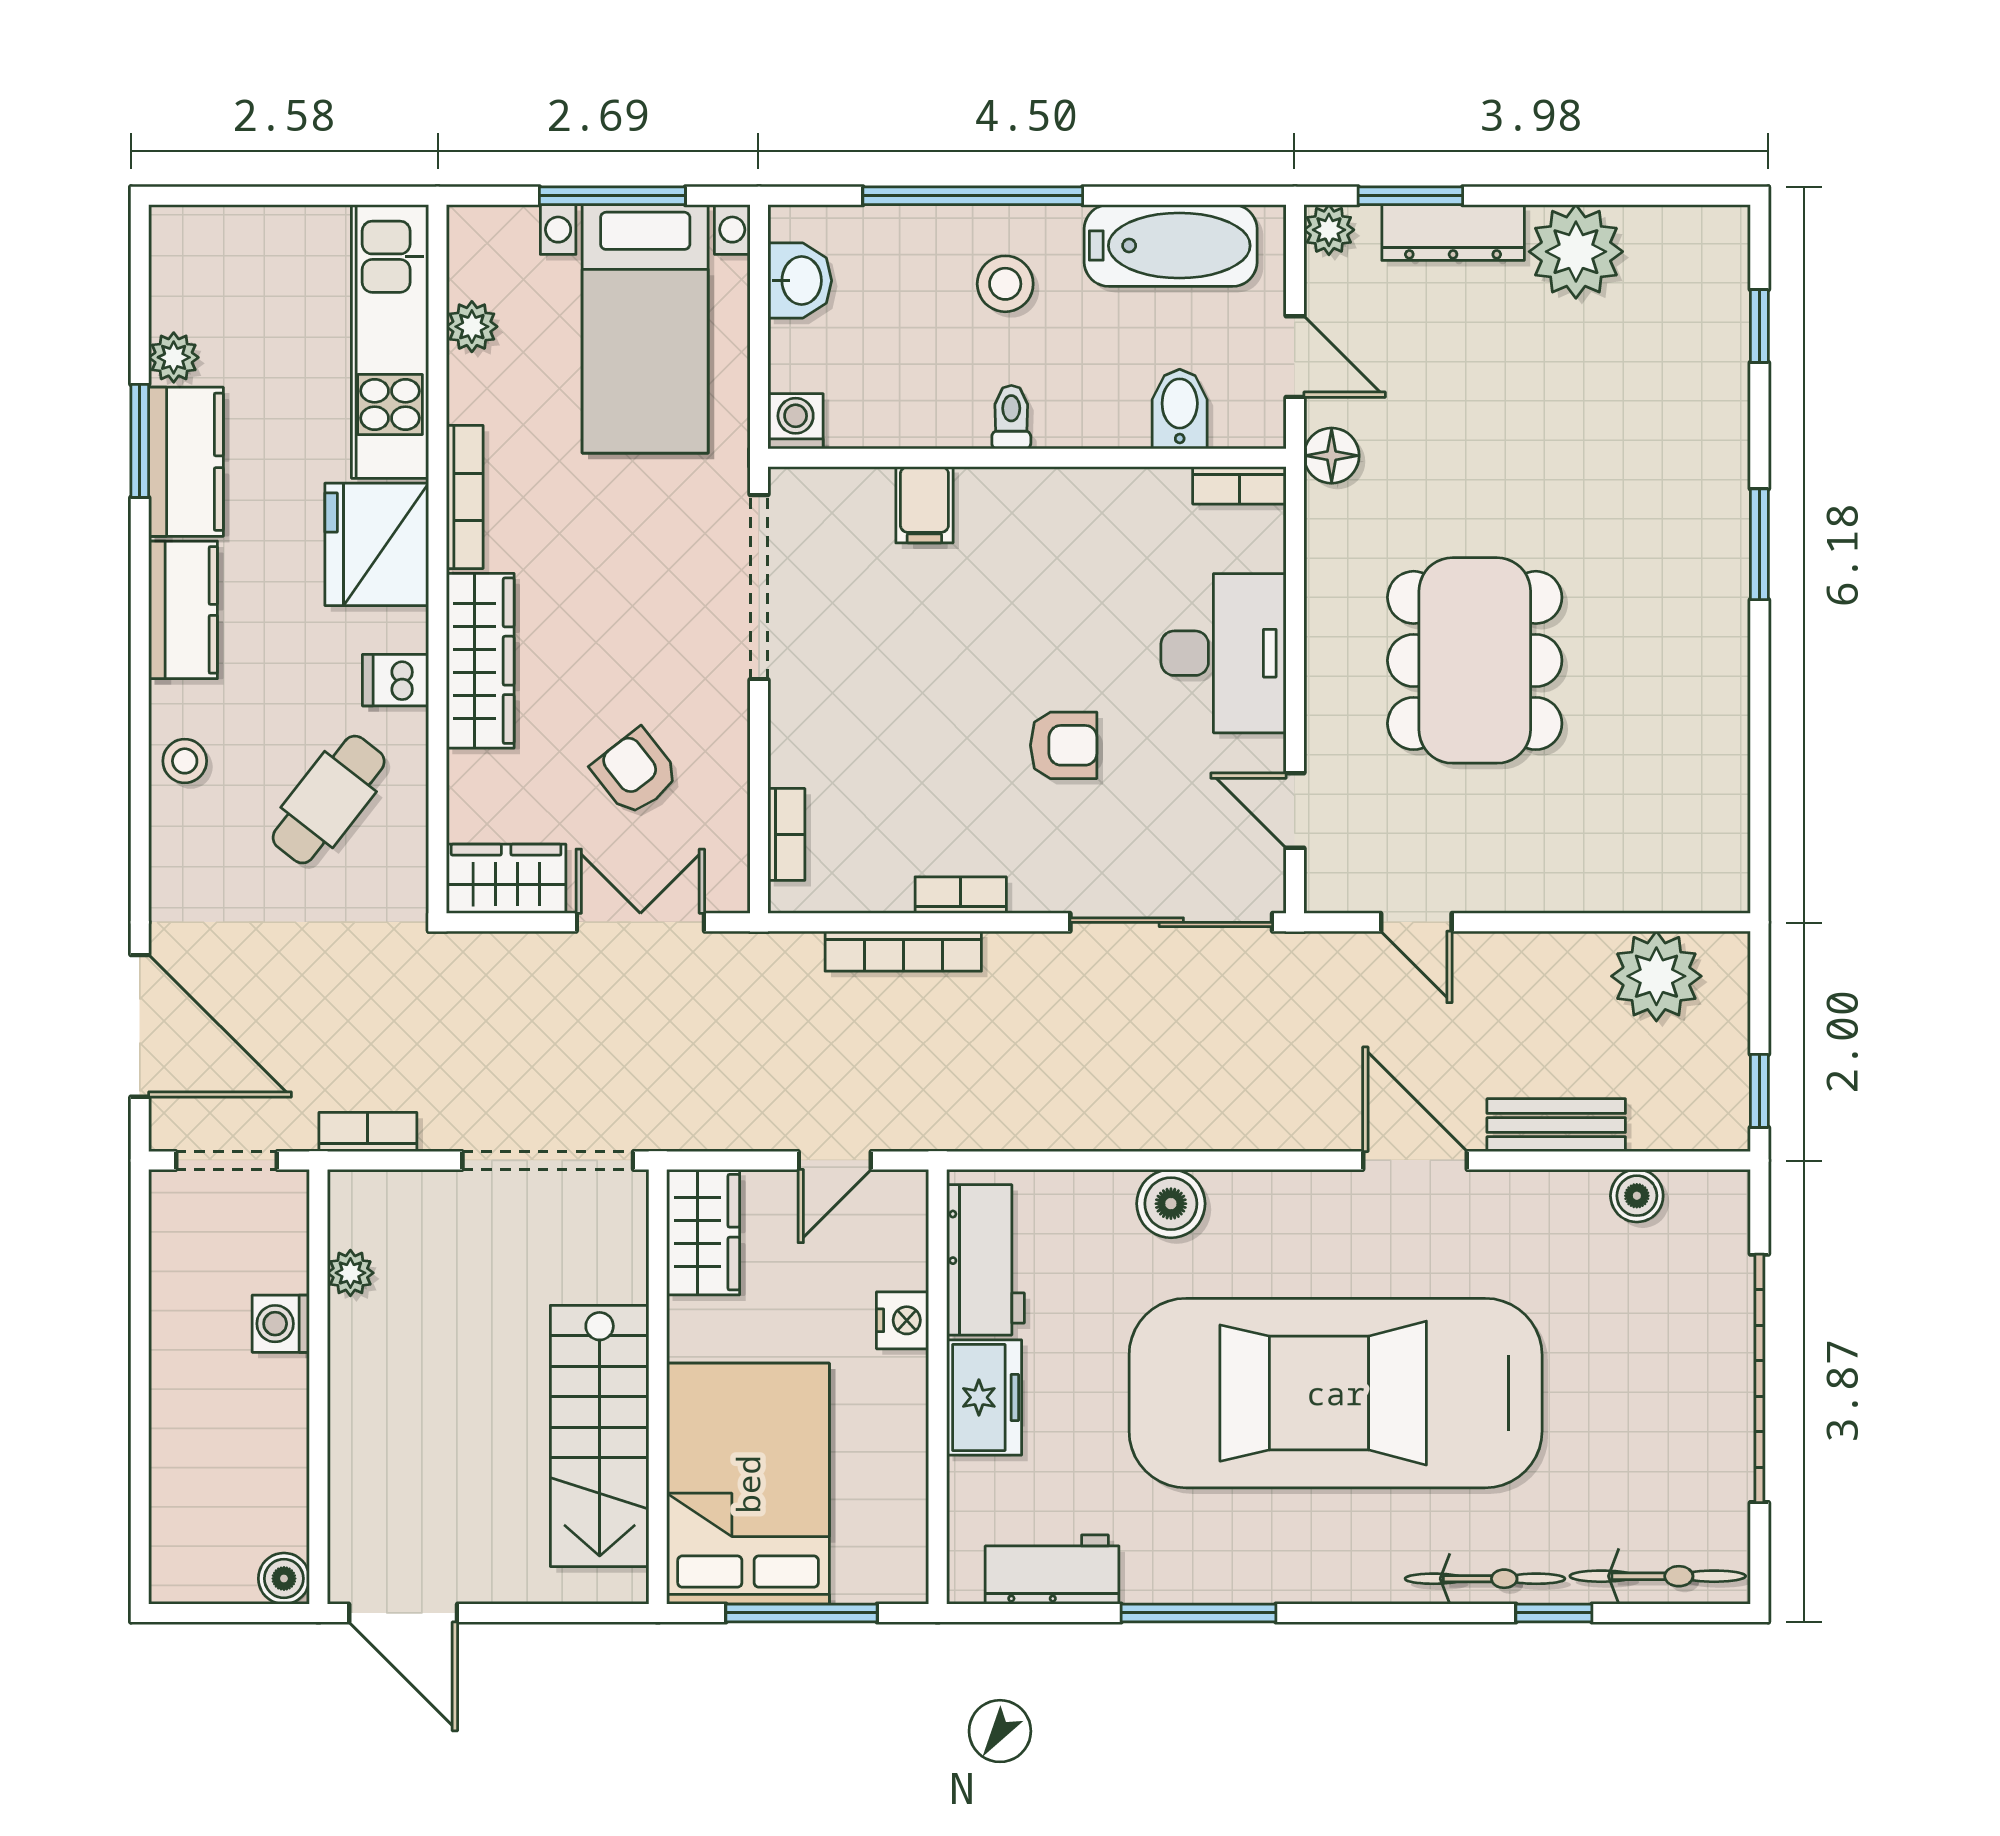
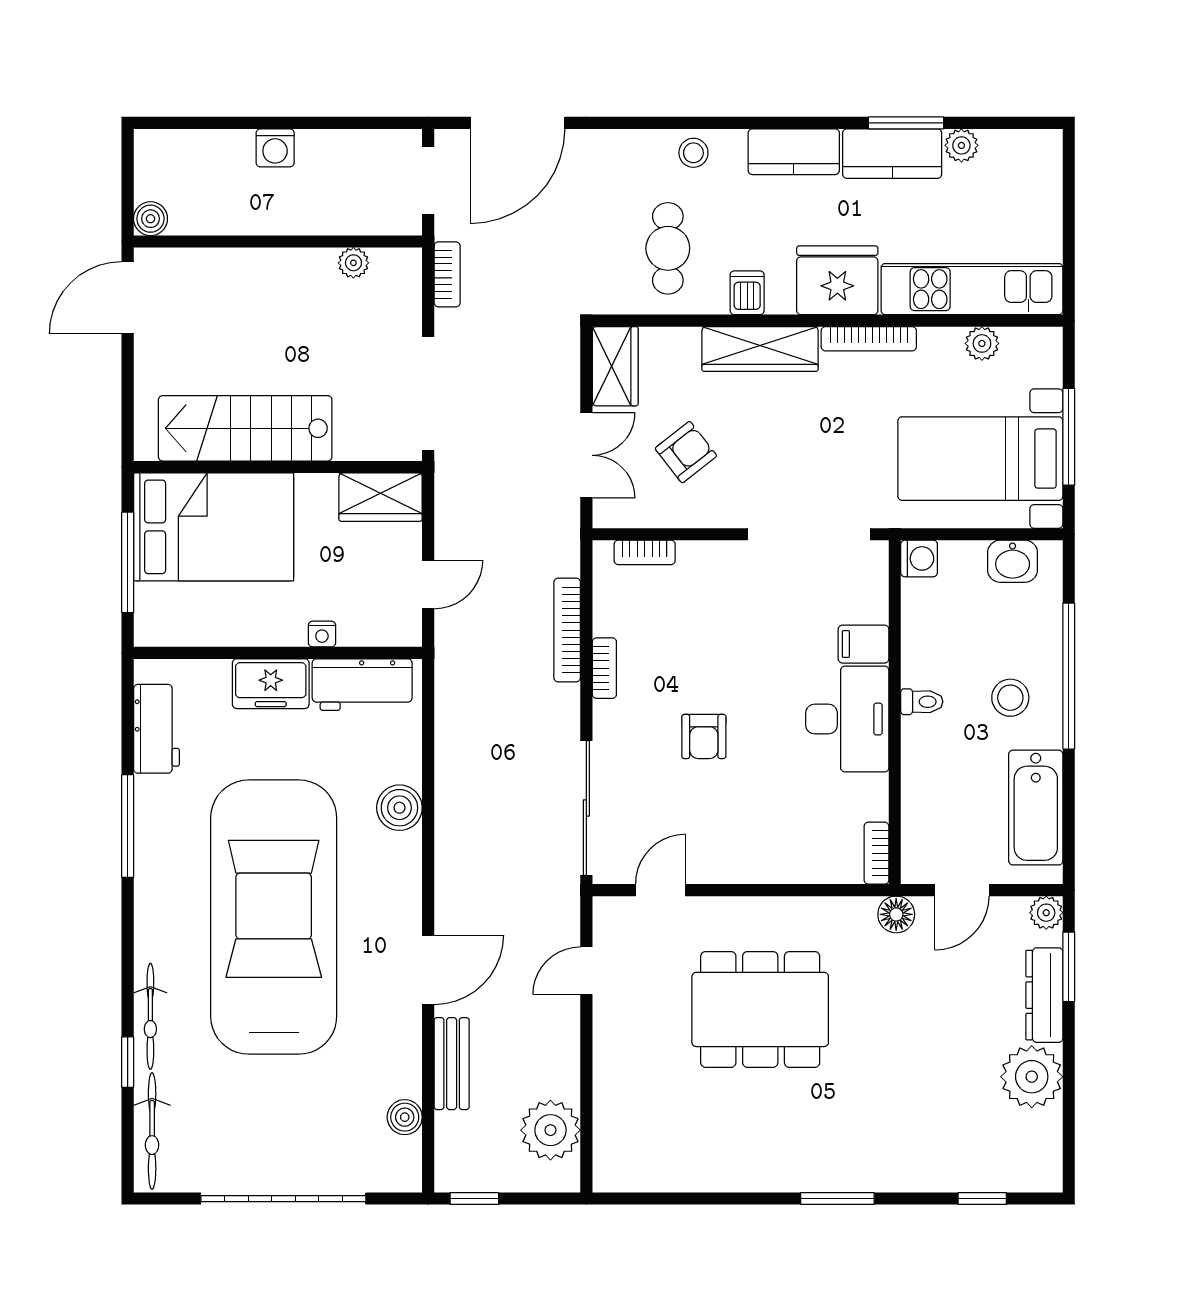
bidet: (1180, 409) -> (927, 814), removed
desk: (1223, 653) -> (847, 719), moved, turned -90
cafe table: (329, 800) -> (668, 248), turned 52
door: (835, 1160) -> (428, 584), swing flipped
nightstand: (903, 1320) -> (322, 634), width x0.72, depth x0.74
washing machine: (281, 1324) -> (275, 148), moved, turned 180

